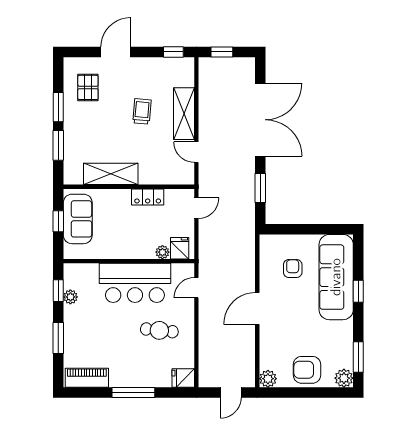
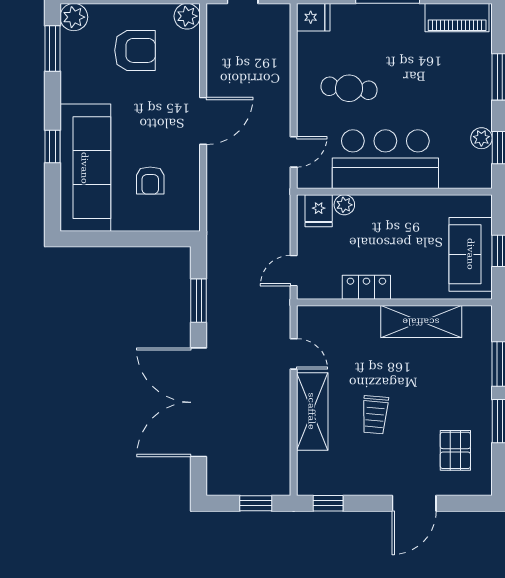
armchair: (307, 370) -> (135, 50), moved

